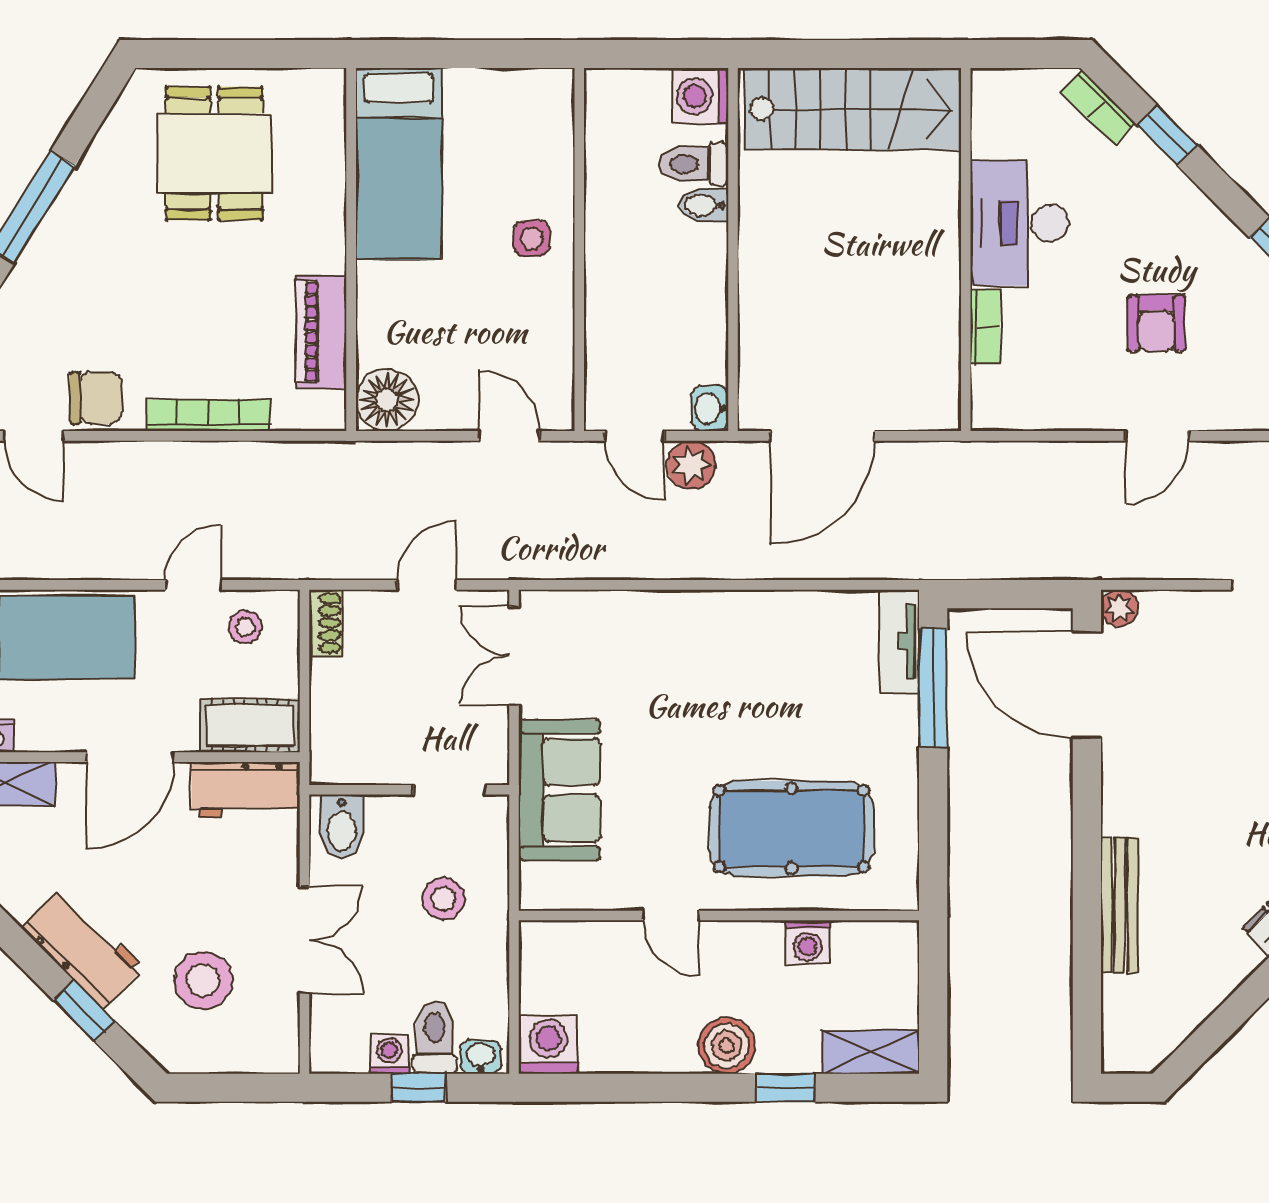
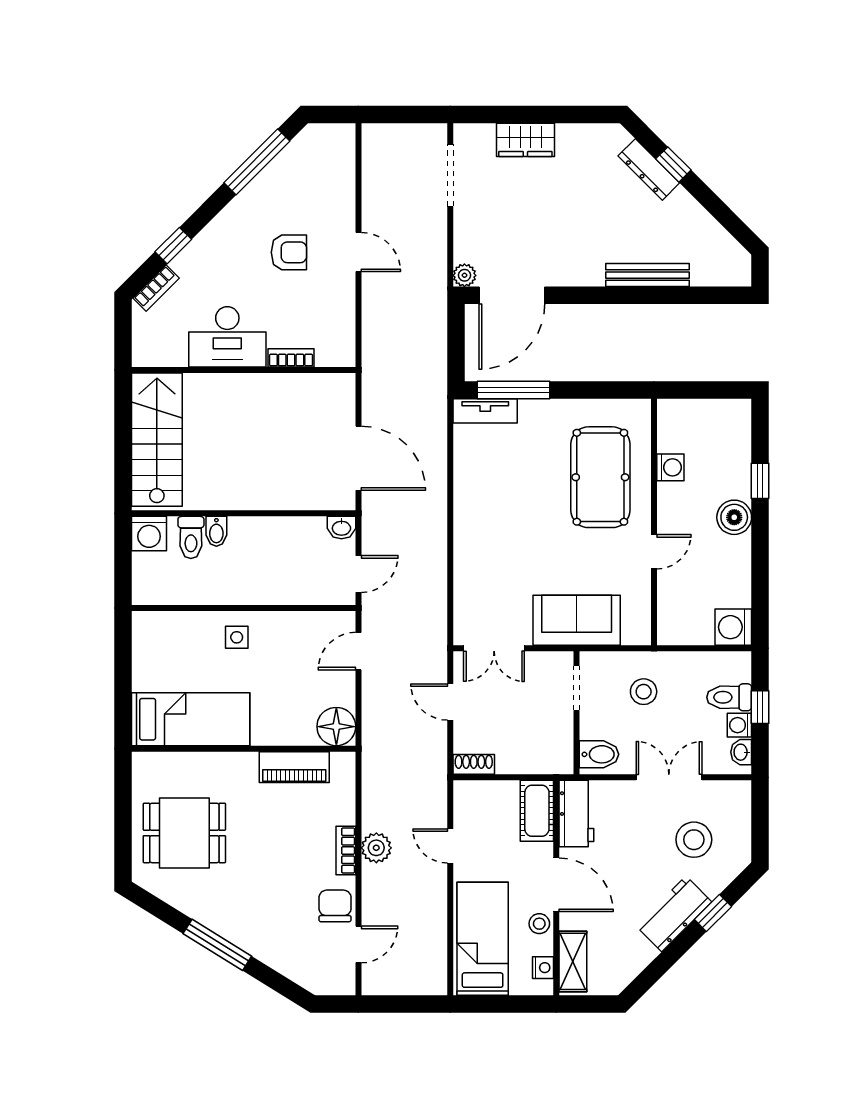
bookcase: (208, 415) -> (346, 850), width x0.64
plant: (691, 465) -> (376, 848), moved
stool: (245, 627) -> (539, 924), moved
shelving: (871, 1052) -> (738, 428), removed
washbasin: (481, 1057) -> (741, 752), moved

